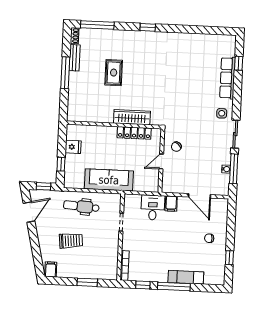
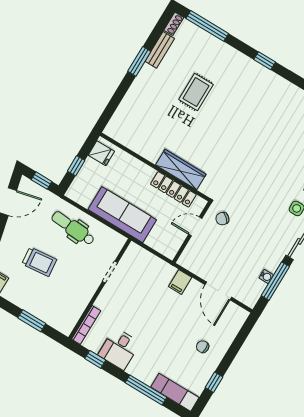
window: (65, 73) -> (139, 61), width x0.69
wardrobe: (132, 117) -> (181, 170), moved
wall: (114, 125) -> (155, 167), moved
locker: (134, 133) -> (173, 189), moved
desk: (153, 207) -> (119, 349), moved, turned 180
exam couch: (186, 277) -> (175, 392), moved
window: (174, 286) -> (146, 390), moved

